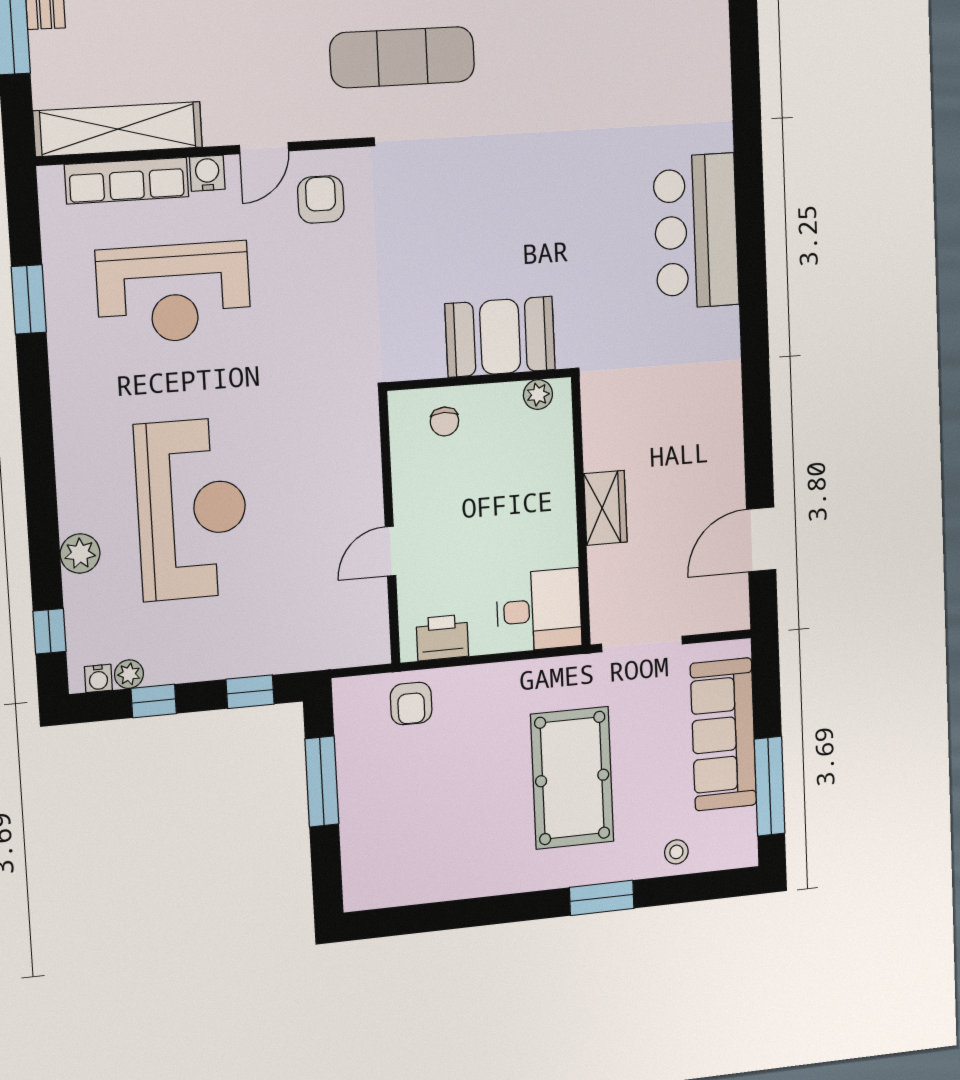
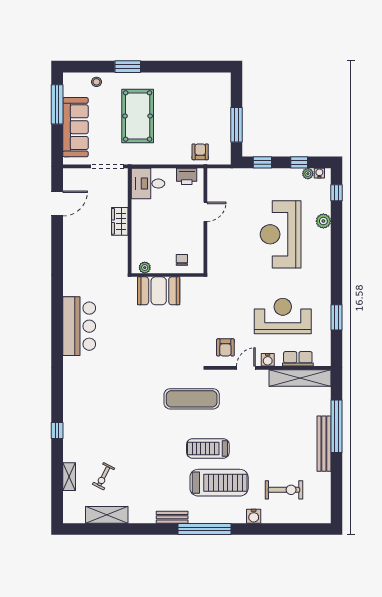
row of seats: (127, 181) -> (298, 359), width x0.68

